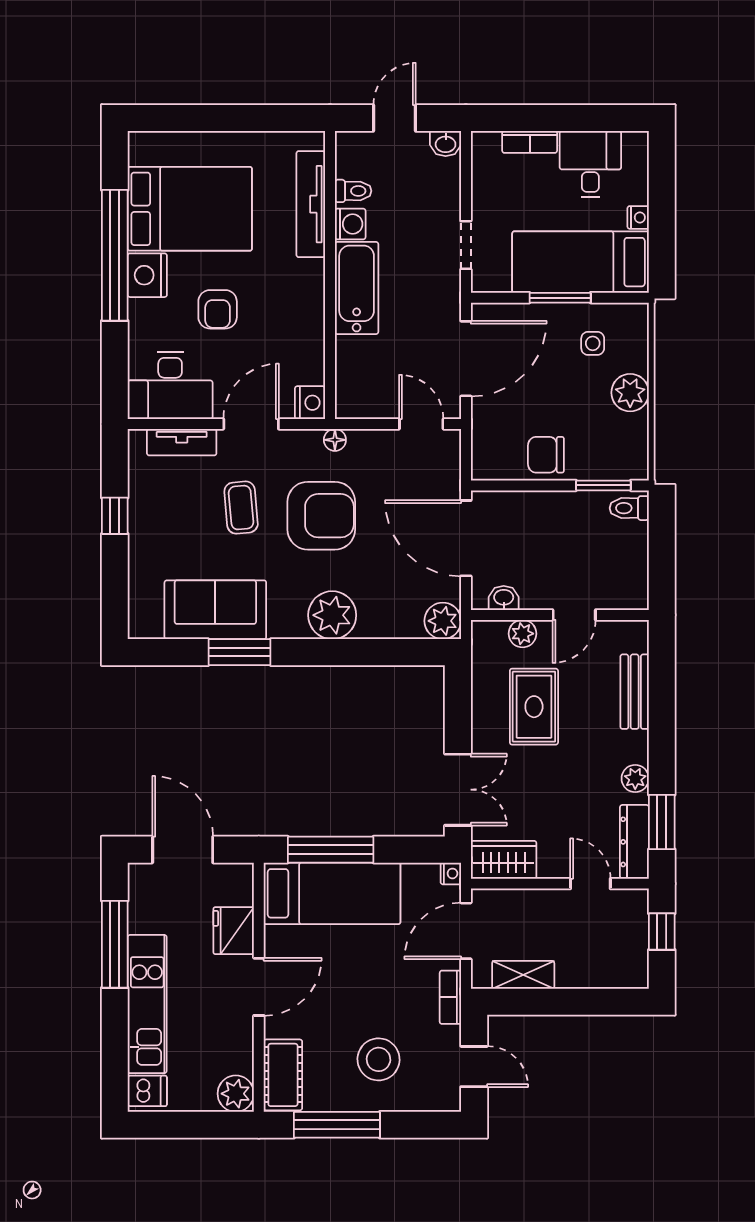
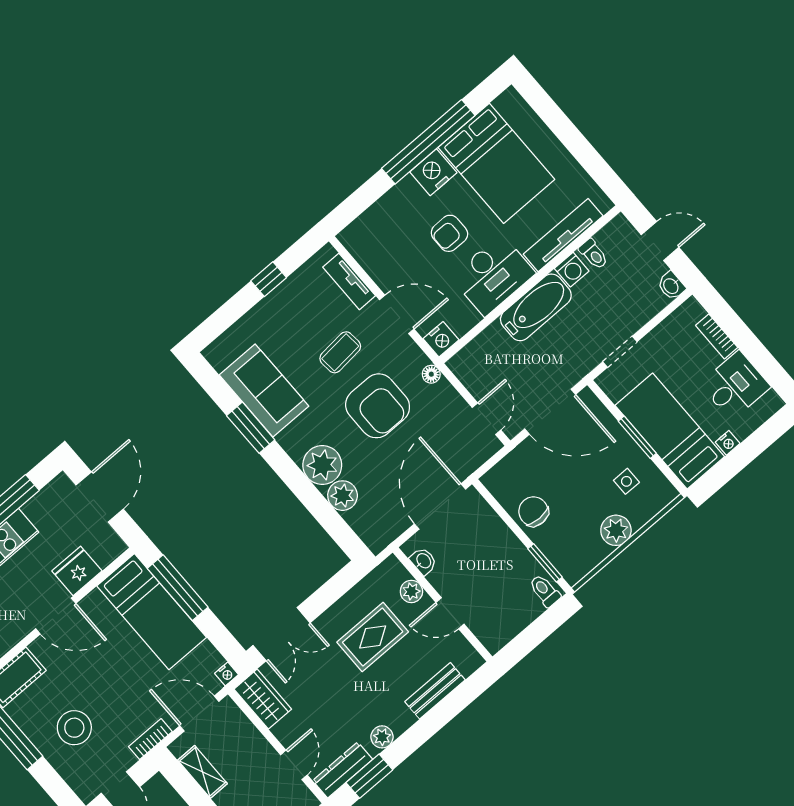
desk: (170, 386) -> (493, 275), moved, turned -90
plant: (443, 621) -> (343, 496), moved

